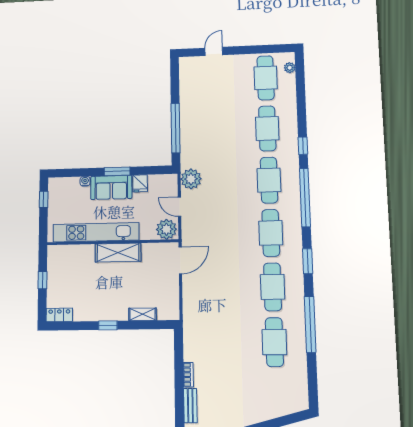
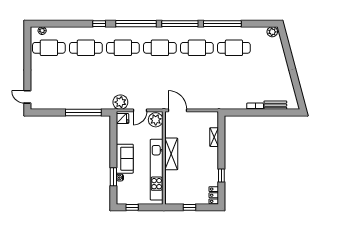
door: (214, 51) -> (27, 97), moved
window: (117, 171) -> (113, 177), moved
fridge: (140, 183) -> (122, 119), moved
window: (308, 261) -> (180, 24), width x2.11
window: (108, 325) -> (221, 175), moved
plant: (301, 400) -> (272, 32), added

